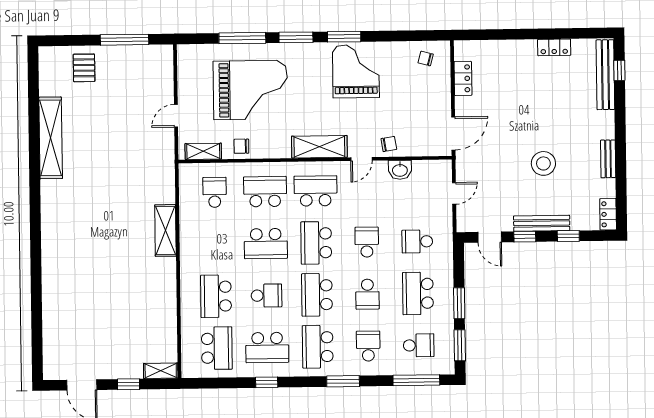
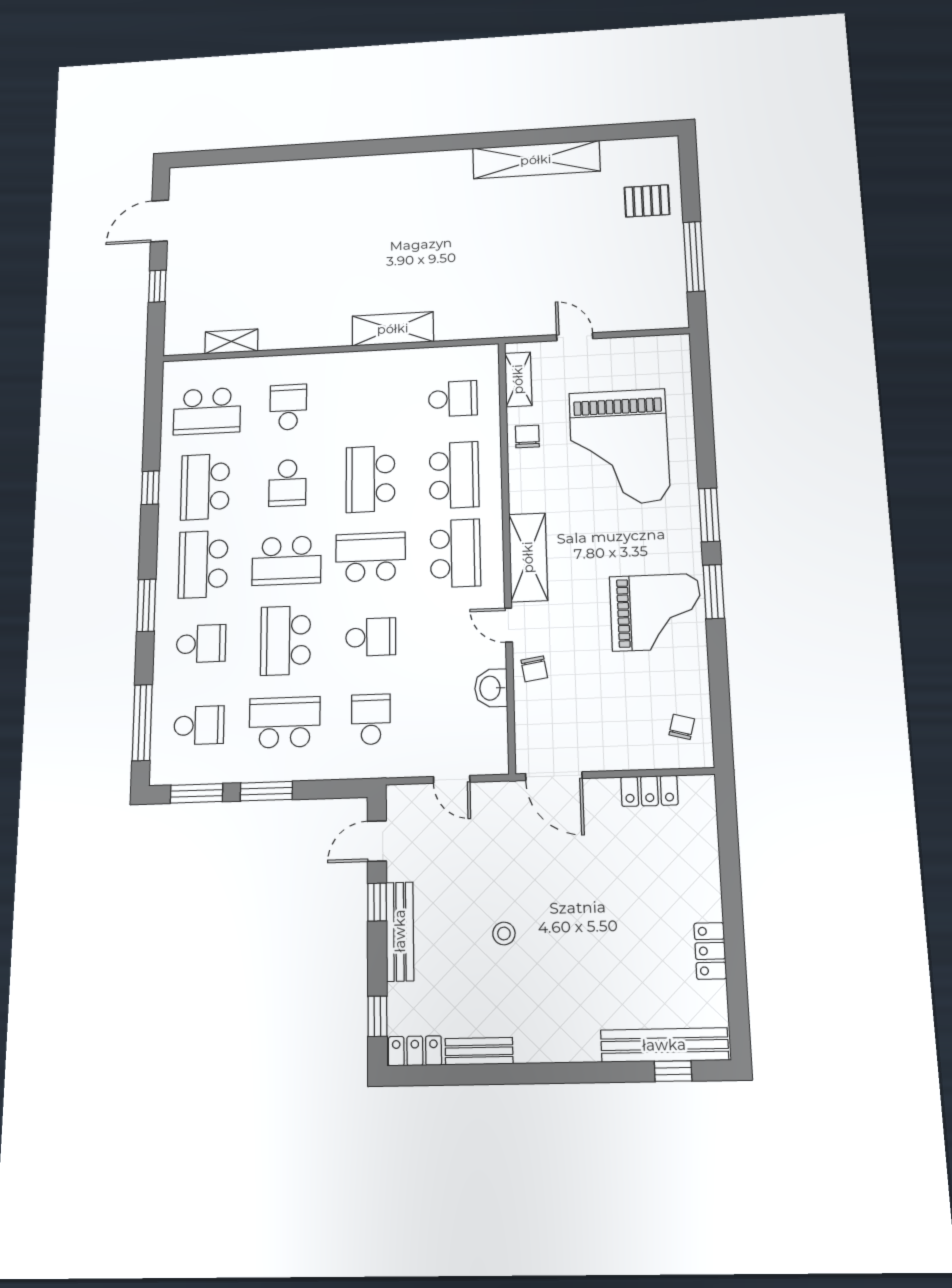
window: (242, 38) -> (704, 431), removed
bench: (608, 159) -> (479, 1051), moved
stool: (543, 163) -> (504, 933), width x0.53, depth x0.53
window: (568, 236) -> (377, 1016), moved
school desk: (367, 294) -> (286, 640), width x1.85
school desk: (317, 295) -> (286, 561), turned 180
school desk: (216, 296) -> (288, 407), width x0.54
school desk: (419, 345) -> (199, 725), turned -90
school desk: (318, 347) -> (203, 564), turned -90
shelving: (161, 371) -> (231, 341), moved, turned 90

